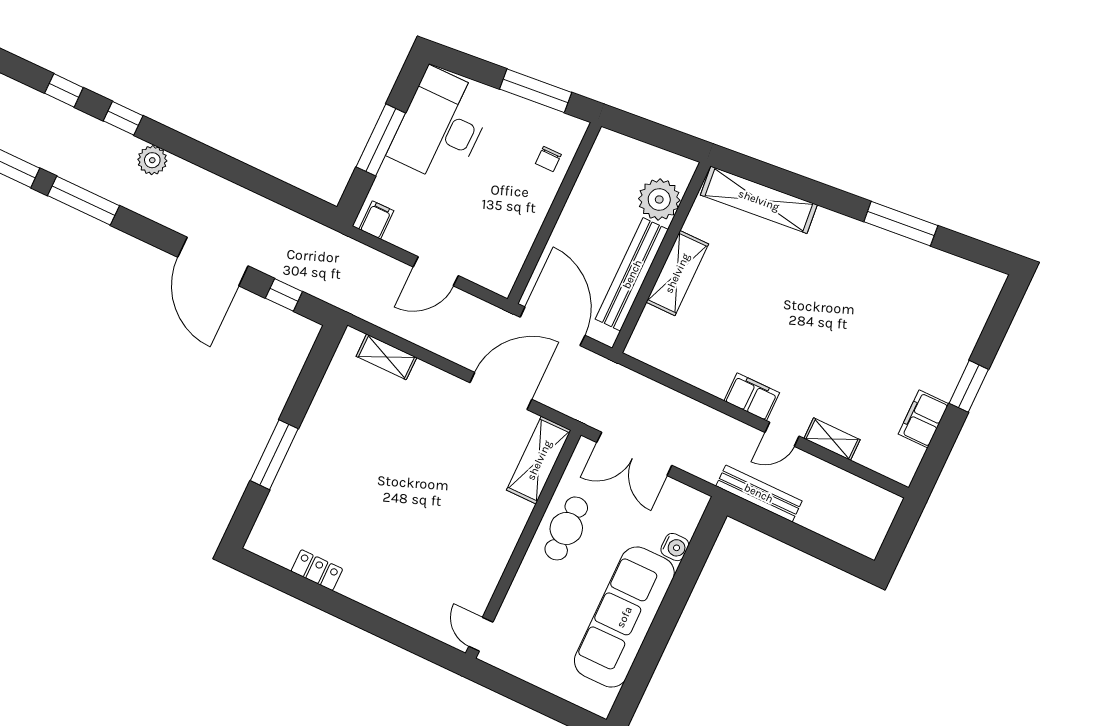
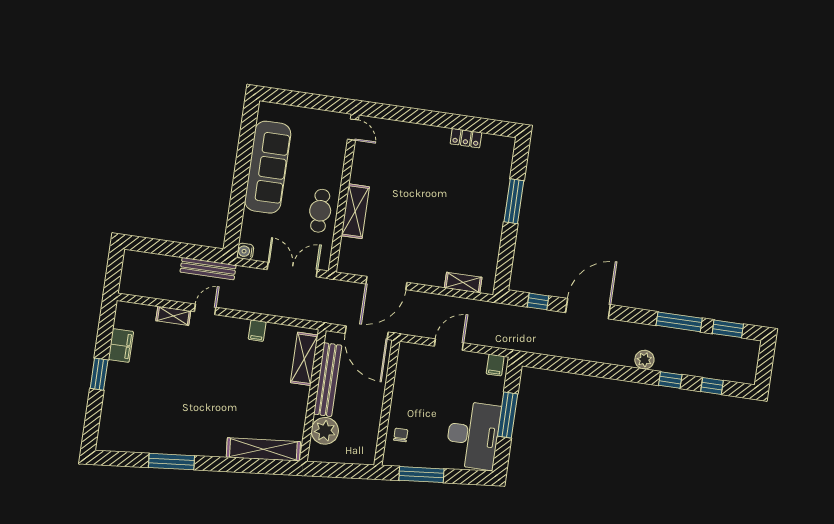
door: (213, 262) -> (588, 309), hinge flipped
shelving: (677, 273) -> (304, 359), moved
filing cabinet: (752, 397) -> (257, 331), moved, width x0.50
shelving: (539, 460) -> (355, 211), moved
water cooler: (675, 547) -> (245, 251), moved

